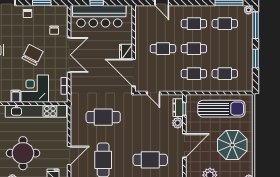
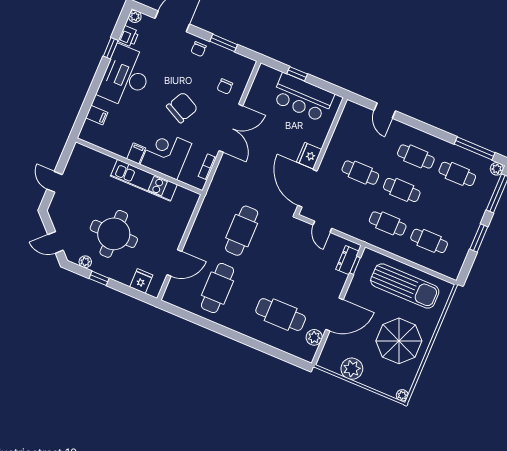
bar counter: (99, 16) -> (303, 97), width x0.73
kitchen unit: (36, 111) -> (144, 180), width x0.73
cafe table: (103, 117) -> (242, 231), turned 90
plant: (178, 123) -> (314, 337), moved

